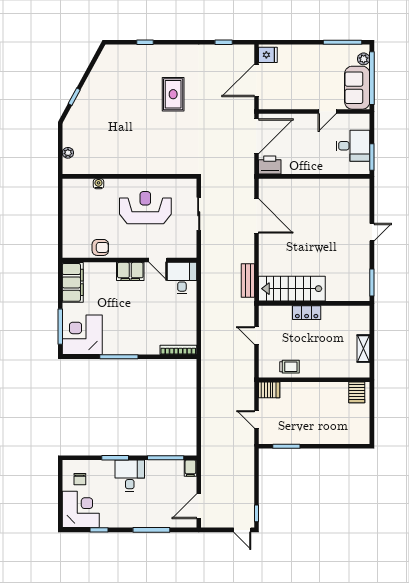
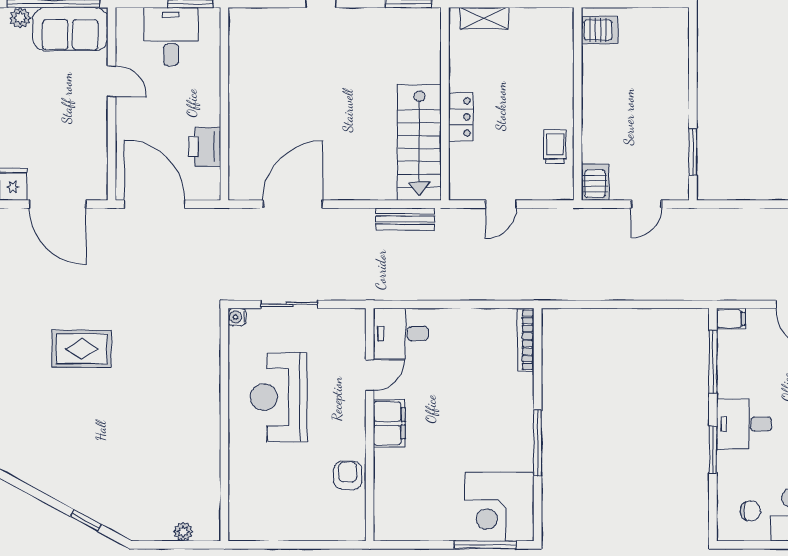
printer: (270, 165) -> (205, 147), moved
water cooler: (99, 184) -> (237, 317), moved
filing cabinet: (73, 282) -> (408, 523), removed
shelving: (363, 349) -> (484, 18), moved

